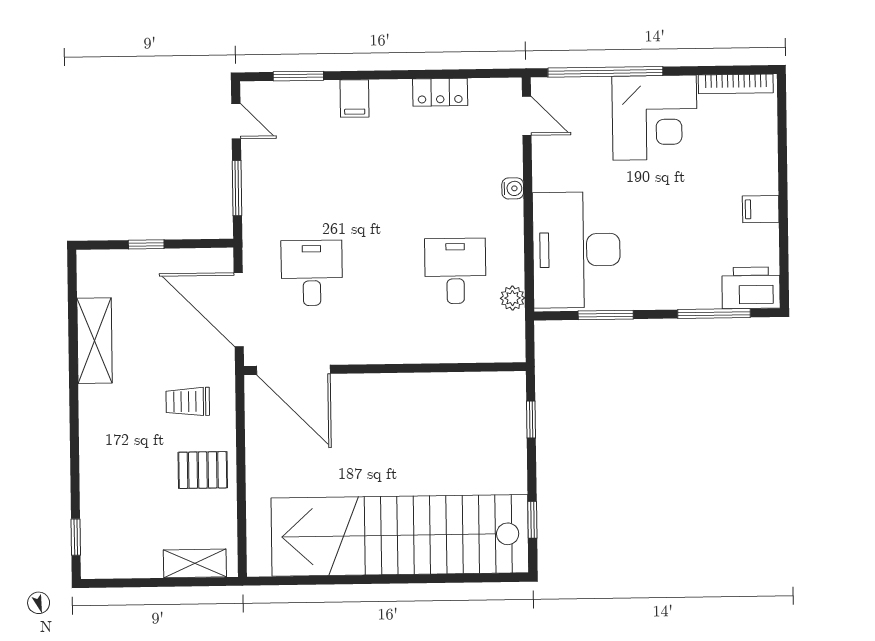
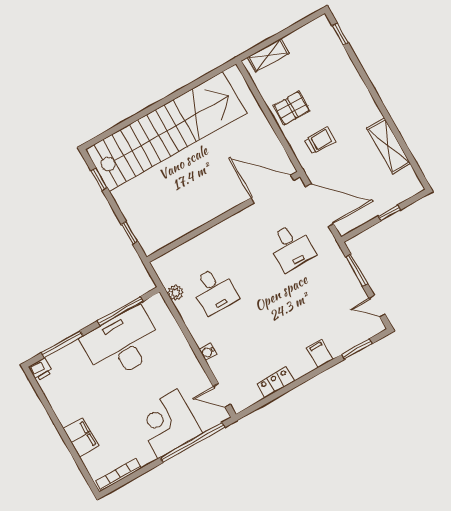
corner desk: (655, 118) -> (168, 424), moved
filing cabinet: (761, 209) -> (81, 437), moved, width x2.00
desk: (576, 250) -> (122, 344), moved, turned -90
printer: (751, 288) -> (41, 370), width x0.53, depth x0.68
window: (606, 315) -> (120, 311), width x1.44

